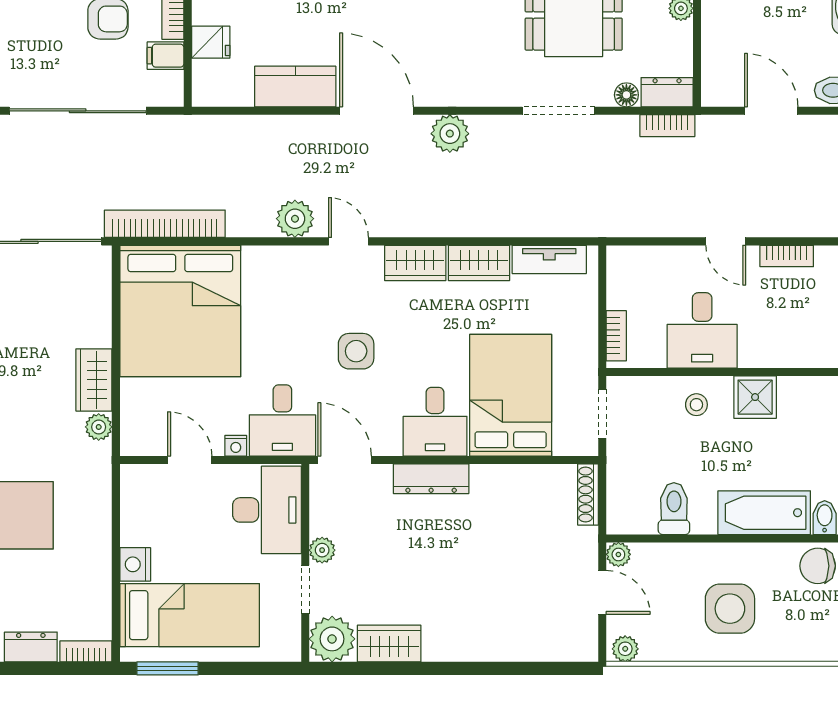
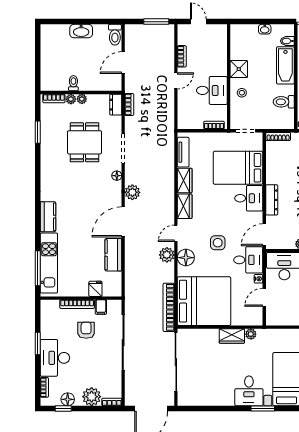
floor lamp: (626, 95) -> (117, 176), moved
floor lamp: (288, 266) -> (186, 258), added
side table: (356, 351) -> (218, 243), moved

